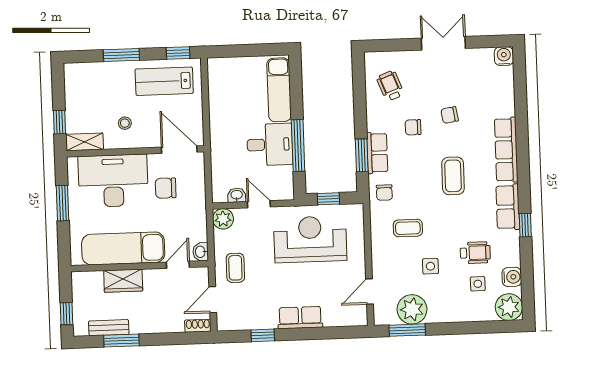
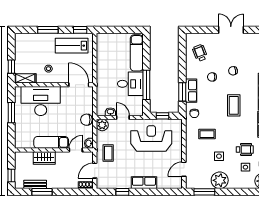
chair: (166, 188) -> (86, 120), moved
exam couch: (123, 248) -> (51, 142), width x0.73, depth x0.69
plant: (412, 309) -> (220, 180), moved

